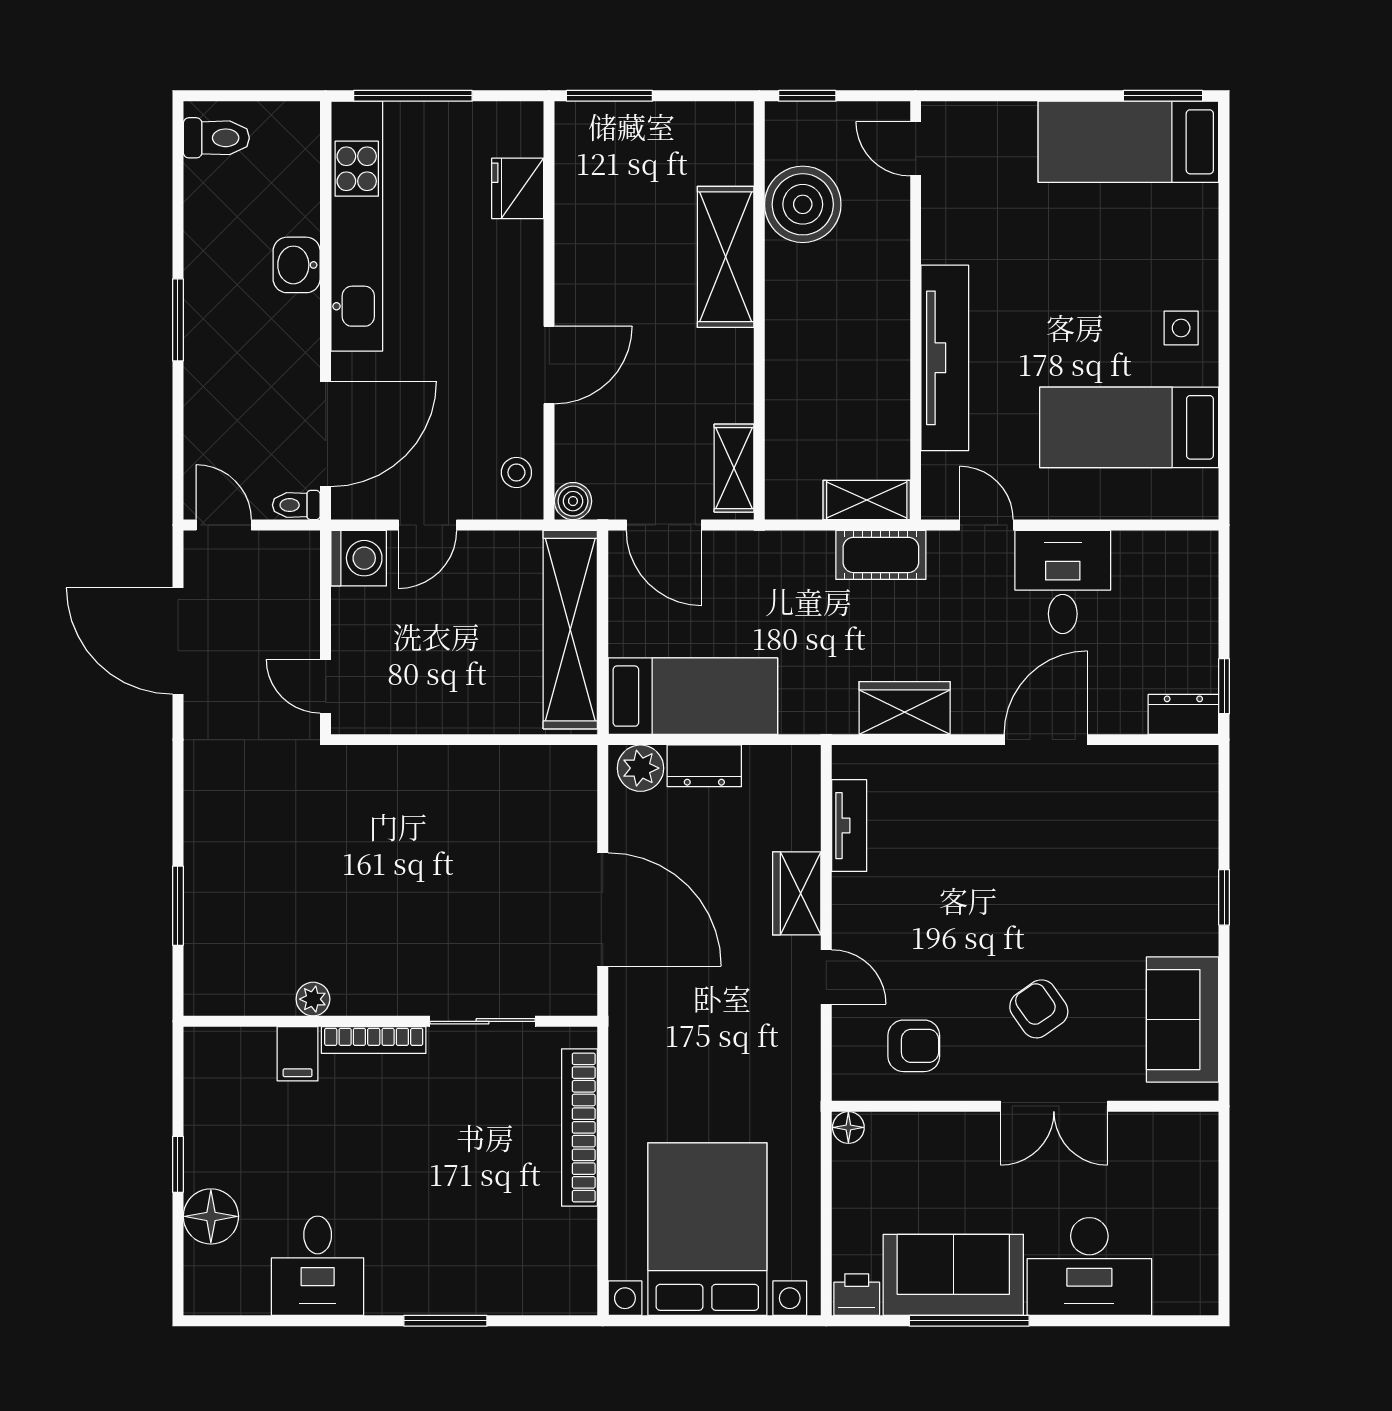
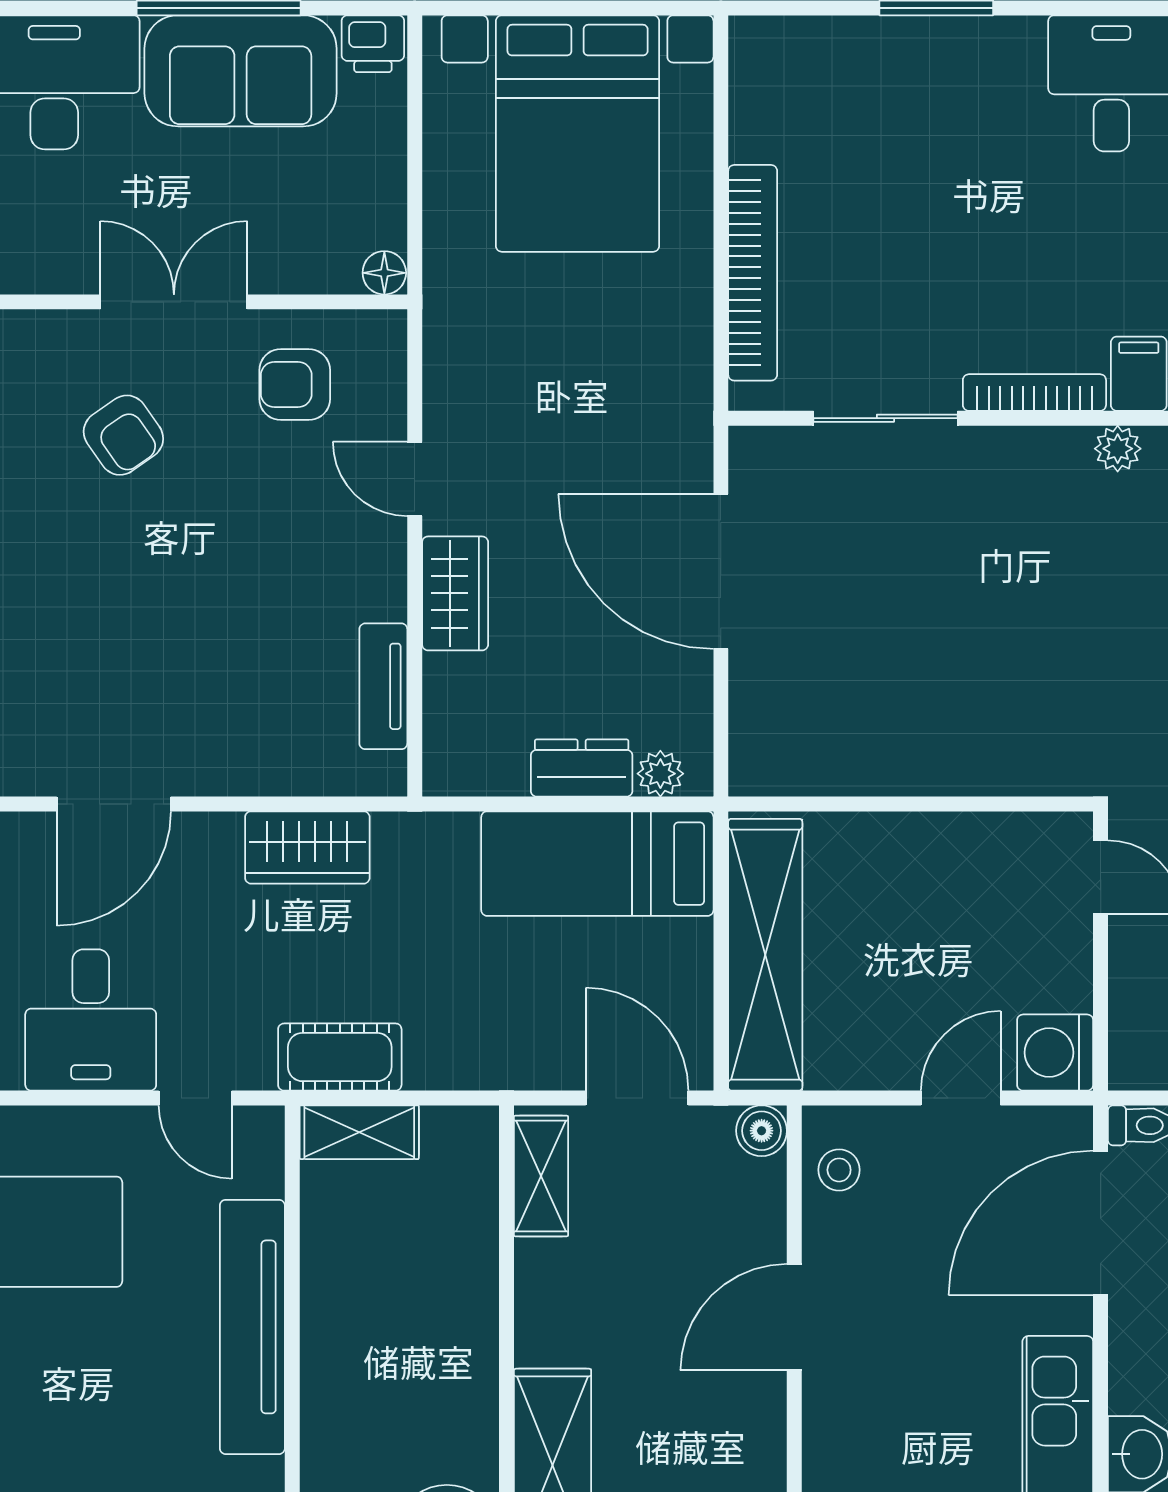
plant: (641, 768) -> (660, 774), width x0.73, depth x0.73
double door: (1054, 1106) -> (174, 302), moved

